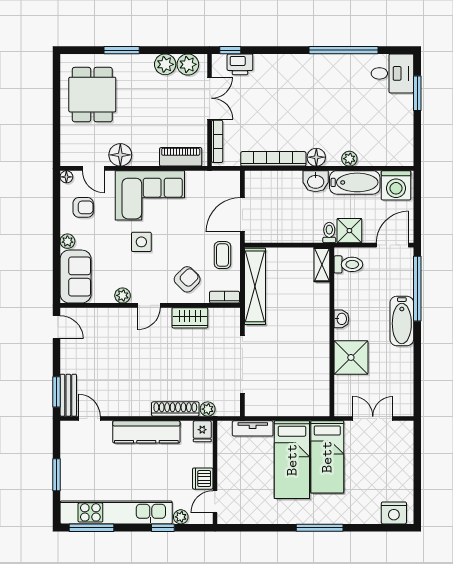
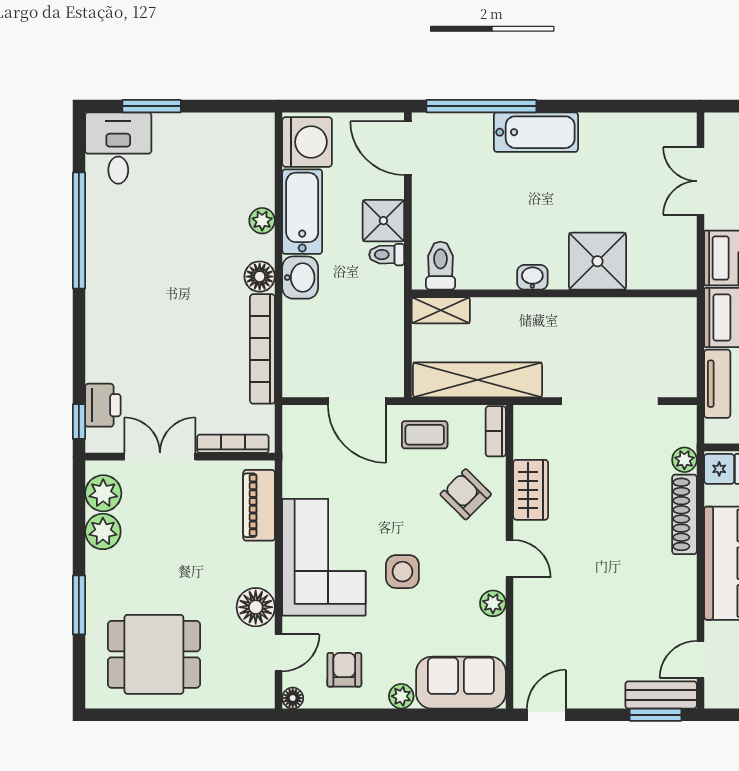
toilet: (348, 264) -> (440, 266), moved
shelving: (322, 265) -> (441, 310), moved
washbasin: (341, 319) -> (532, 277), moved
wall: (332, 332) -> (554, 293), moved
shower: (351, 357) -> (598, 261), moved

